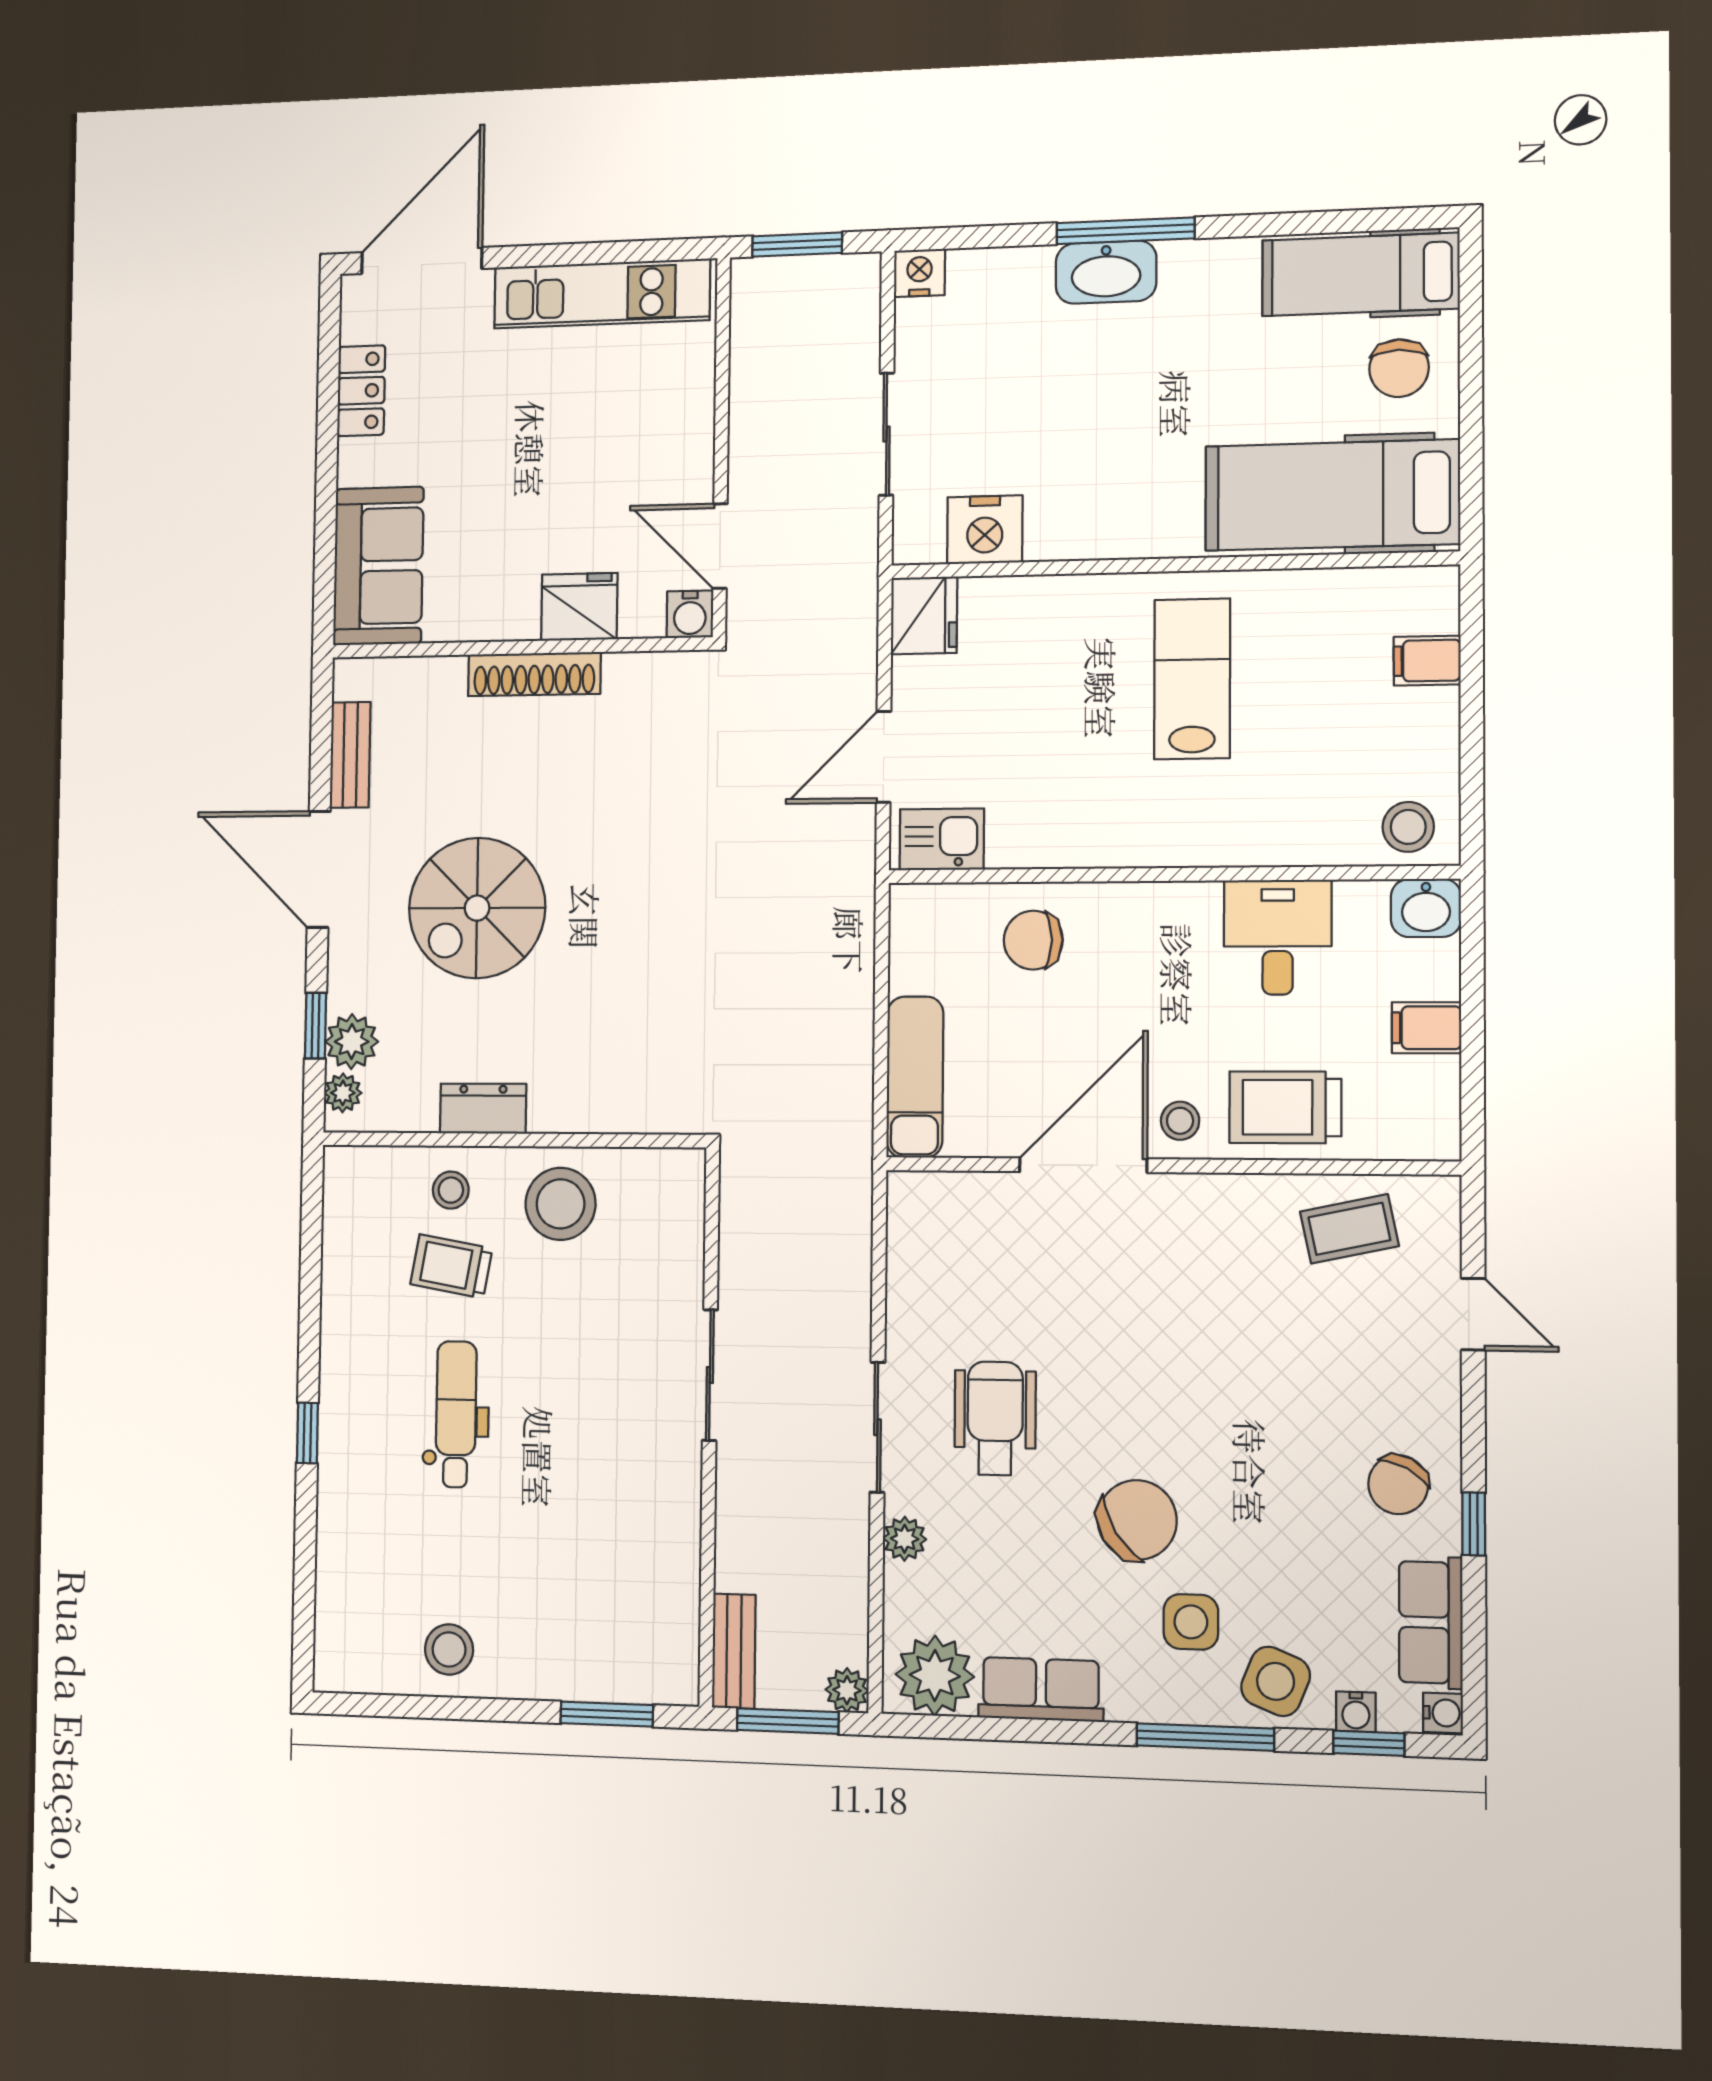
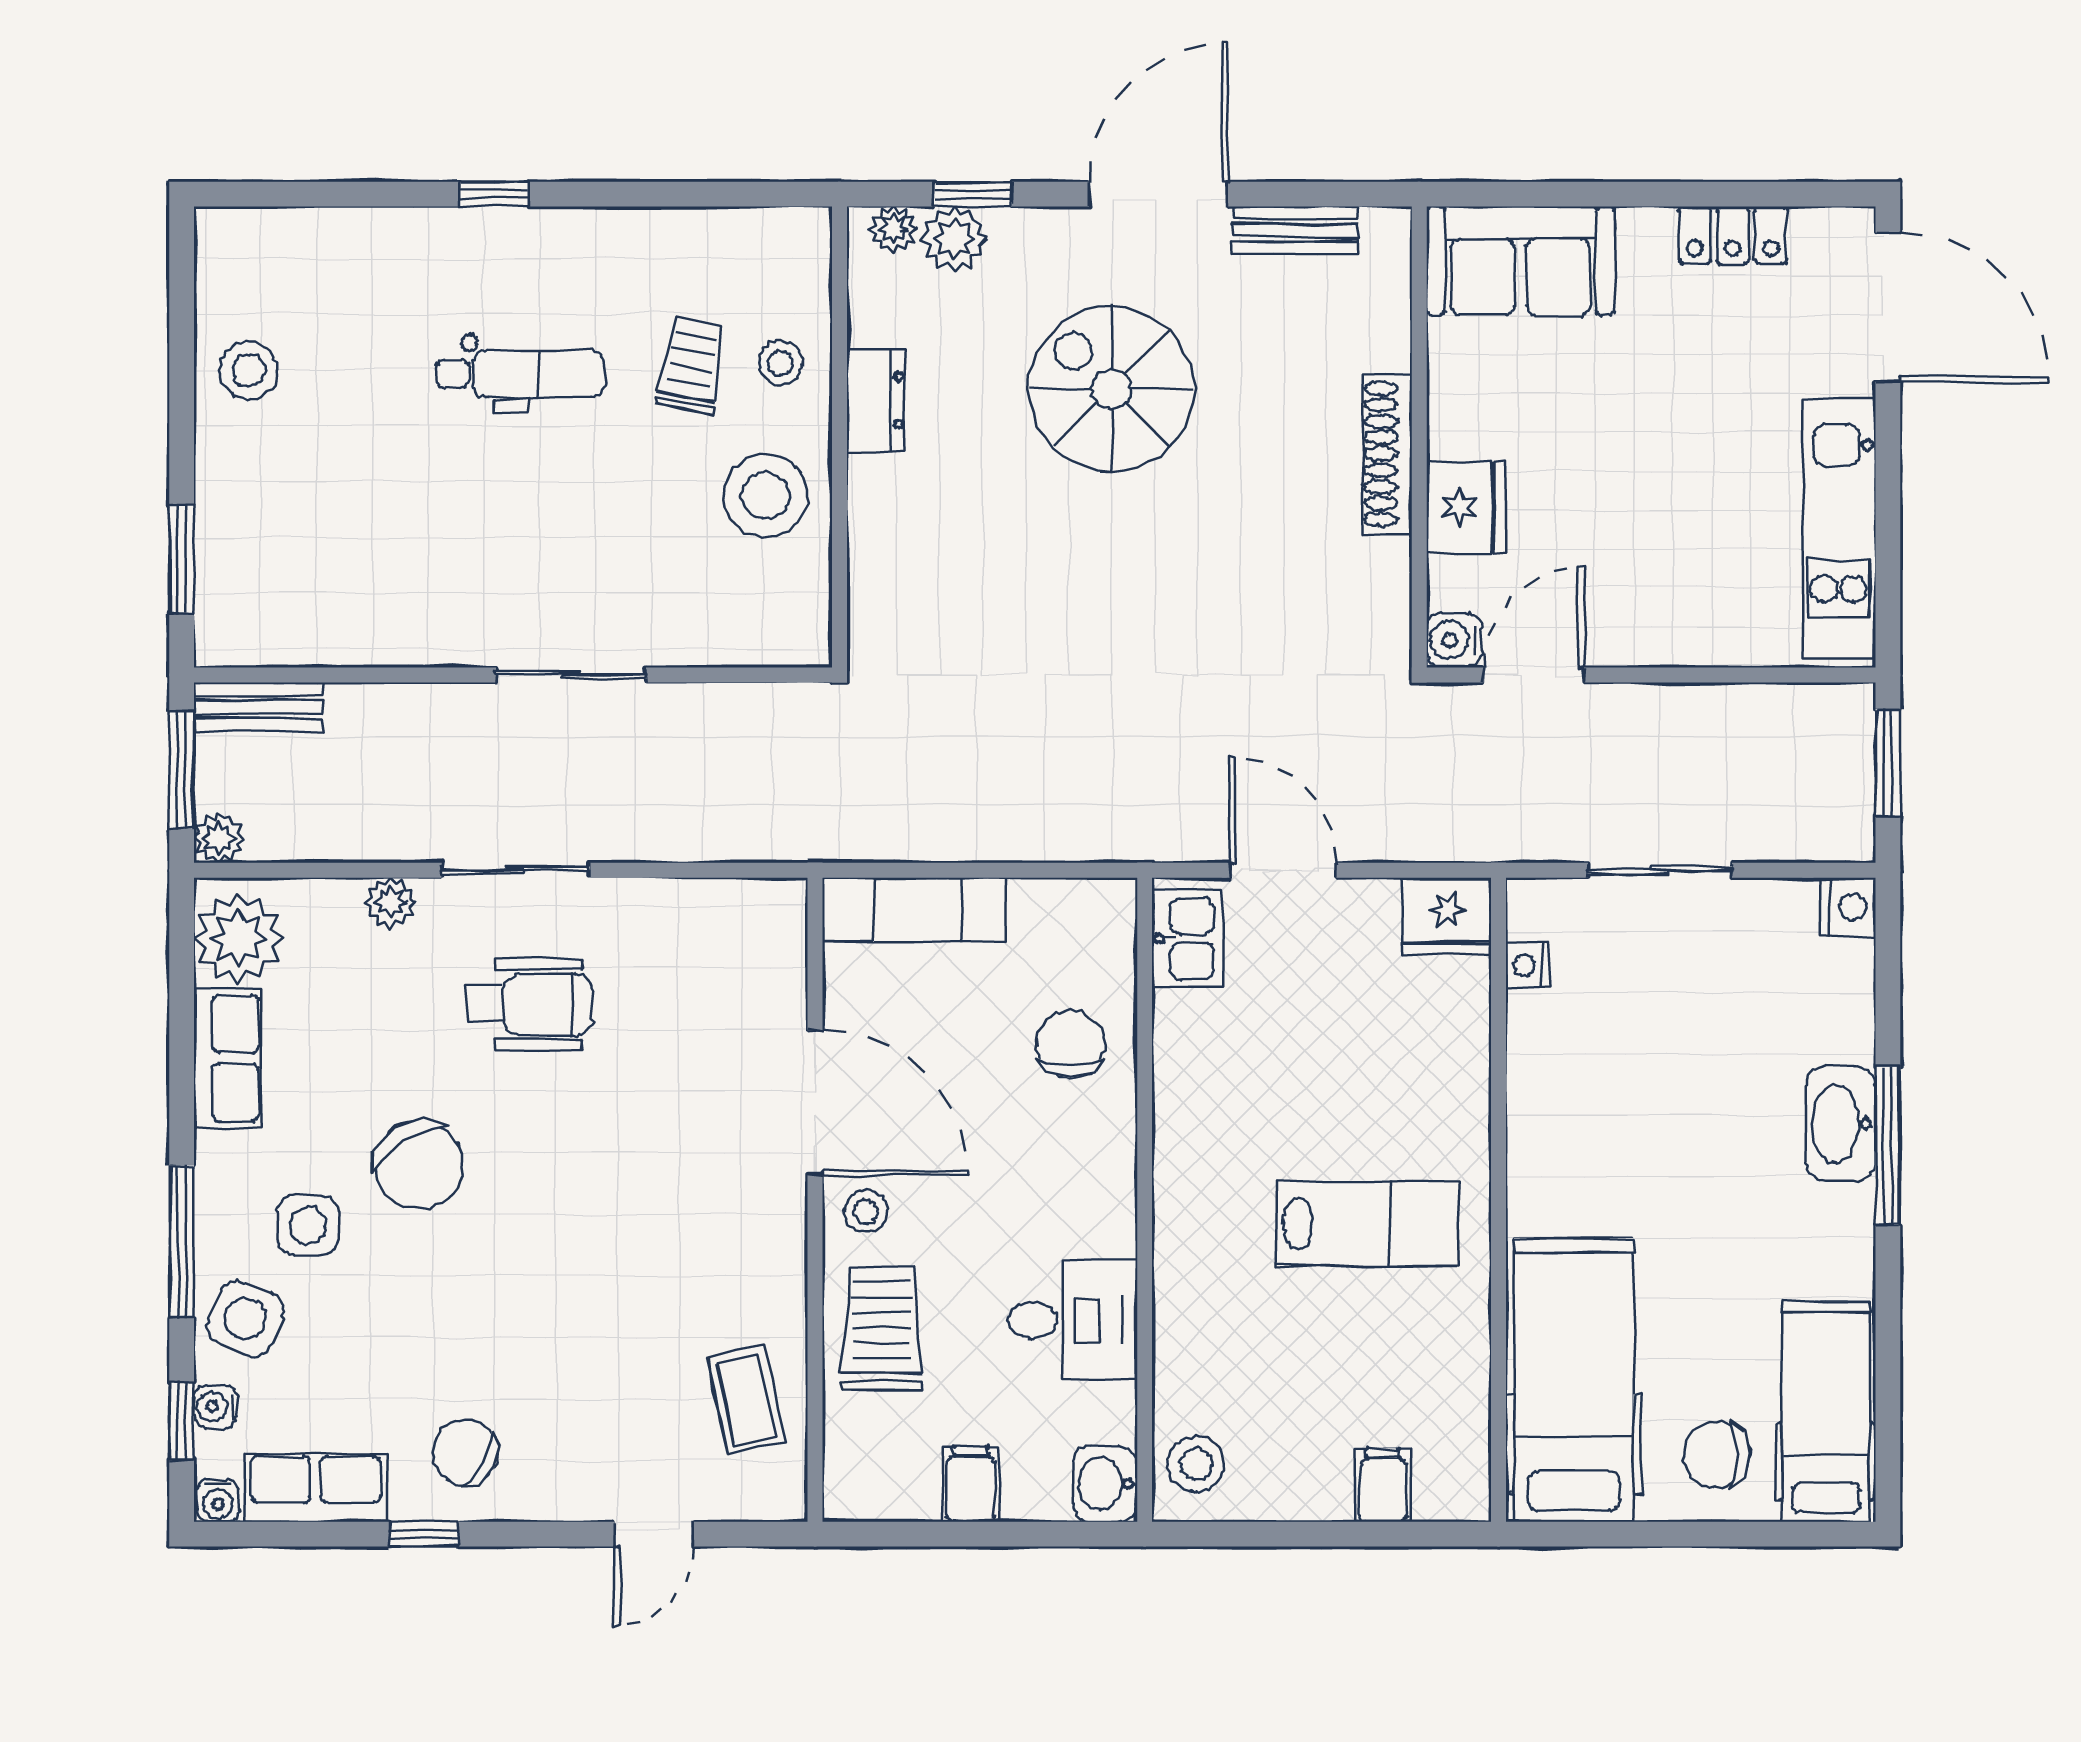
nightstand: (985, 530) -> (1528, 965), width x0.53, depth x0.56

